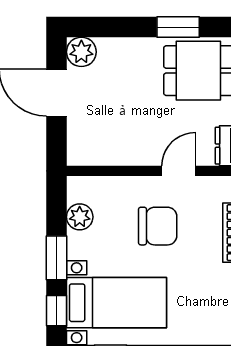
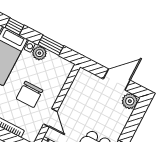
plant: (80, 217) -> (39, 53), moved
window: (57, 258) -> (51, 45), moved

